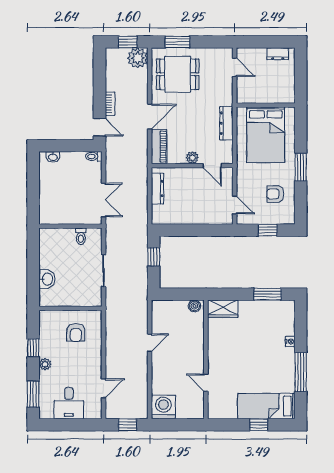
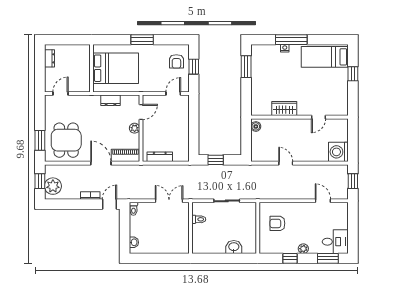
plant: (138, 58) -> (53, 186), moved
dresser: (226, 123) -> (110, 100), width x0.70
armchair: (275, 194) -> (176, 61), moved
wardrobe: (223, 309) -> (284, 109), moved, turned -90
armchair: (76, 332) -> (277, 223), turned 180
window: (301, 372) -> (291, 40), moved
desk: (69, 403) -> (335, 242), moved
bed: (266, 406) -> (325, 57), moved, turned 90

